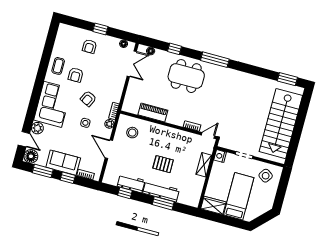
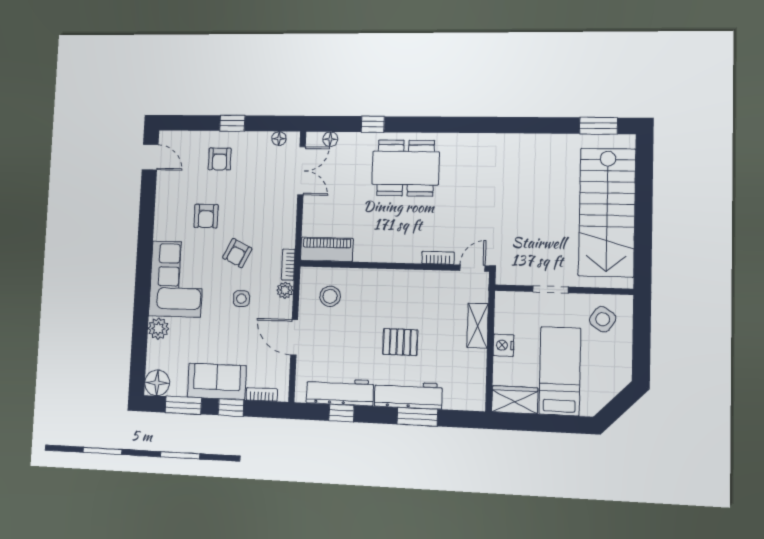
window: (215, 60) -> (452, 125), removed
coffee table: (58, 66) -> (172, 208), removed
piano: (153, 113) -> (327, 249), moved
door: (24, 139) -> (150, 157), moved
nightstand: (220, 156) -> (504, 345), moved
workbench: (131, 183) -> (340, 392), width x1.38

